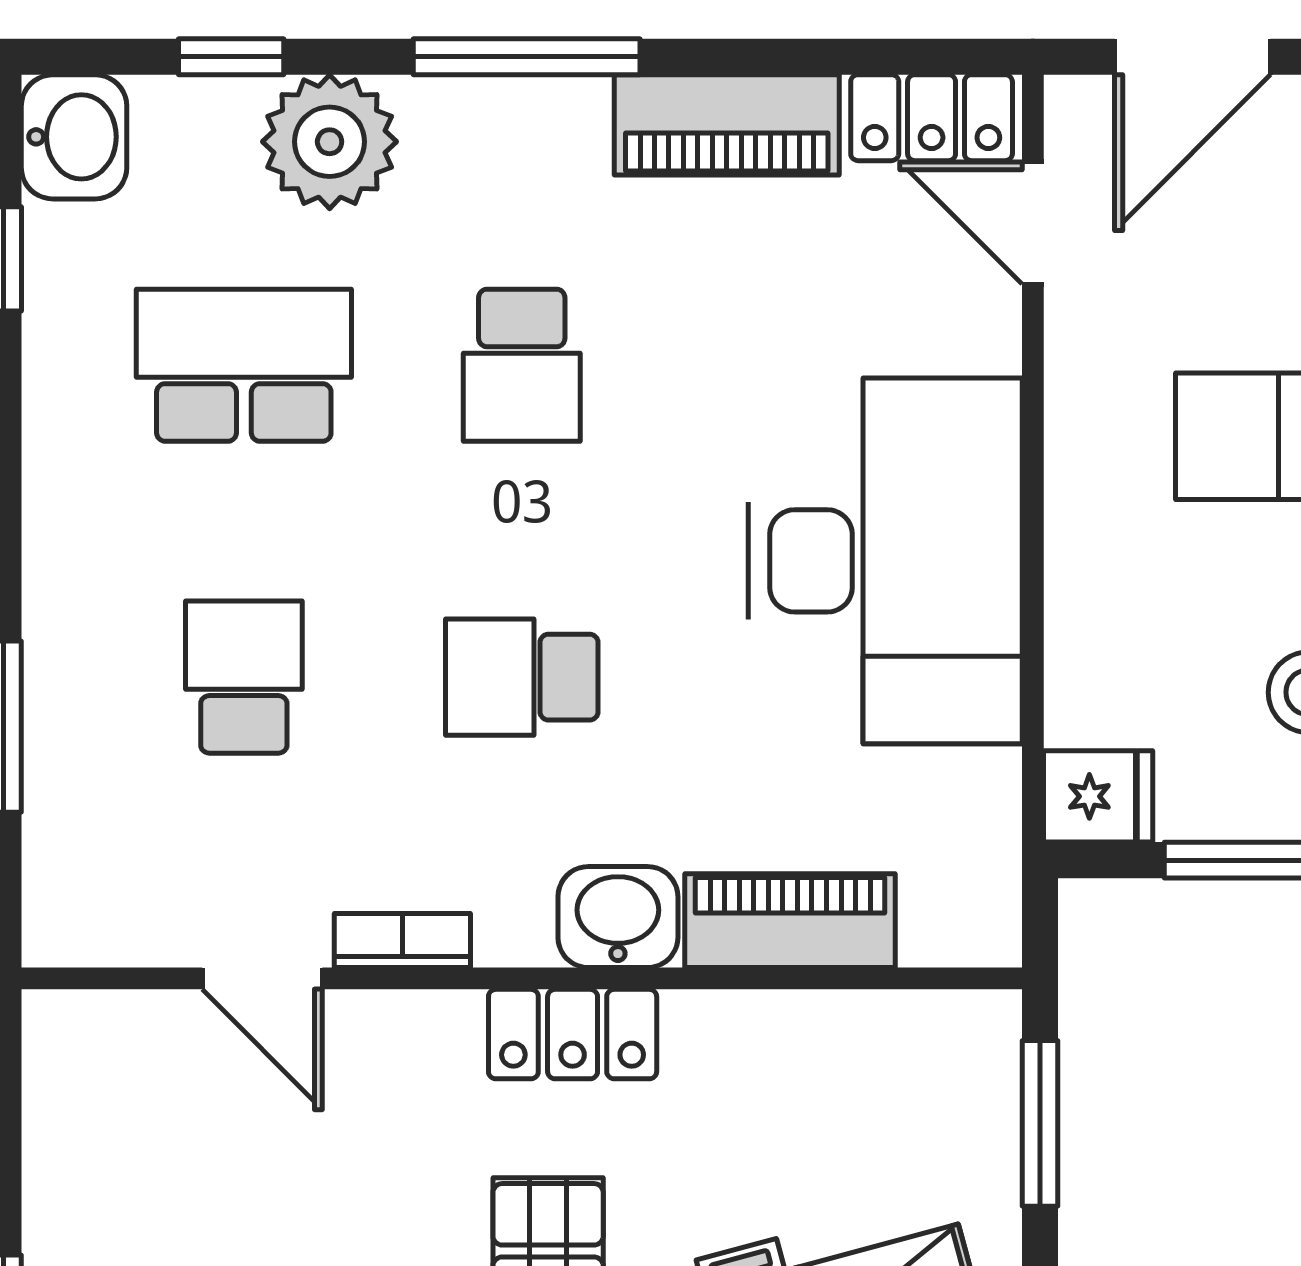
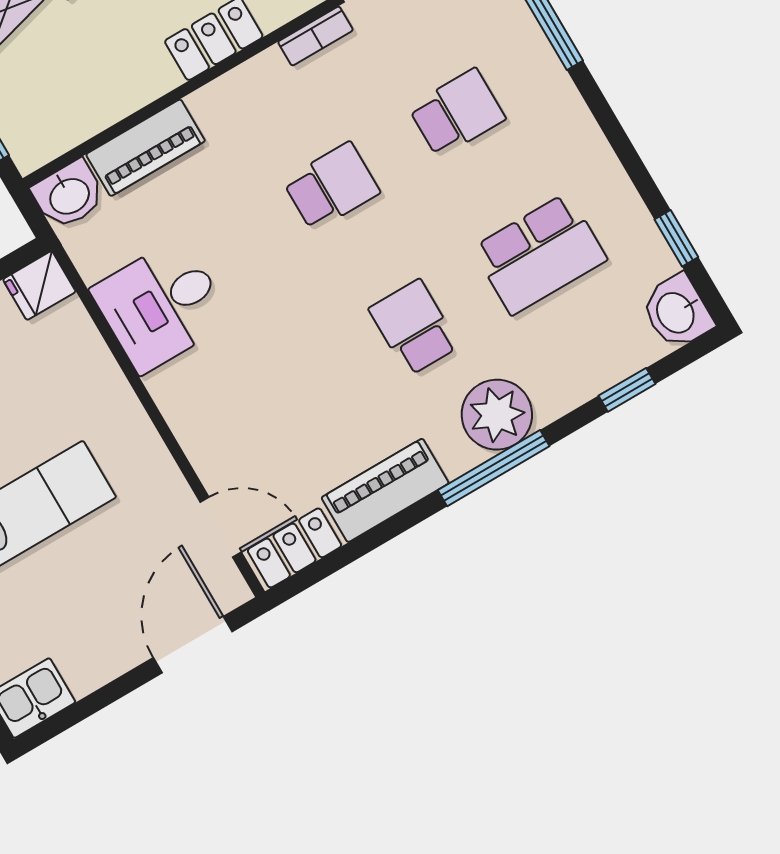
plant: (330, 142) -> (497, 415), moved
desk: (885, 561) -> (161, 305), width x0.53, depth x0.77
school desk: (244, 677) -> (457, 113), turned -90
washbasin: (618, 917) -> (69, 195), moved

